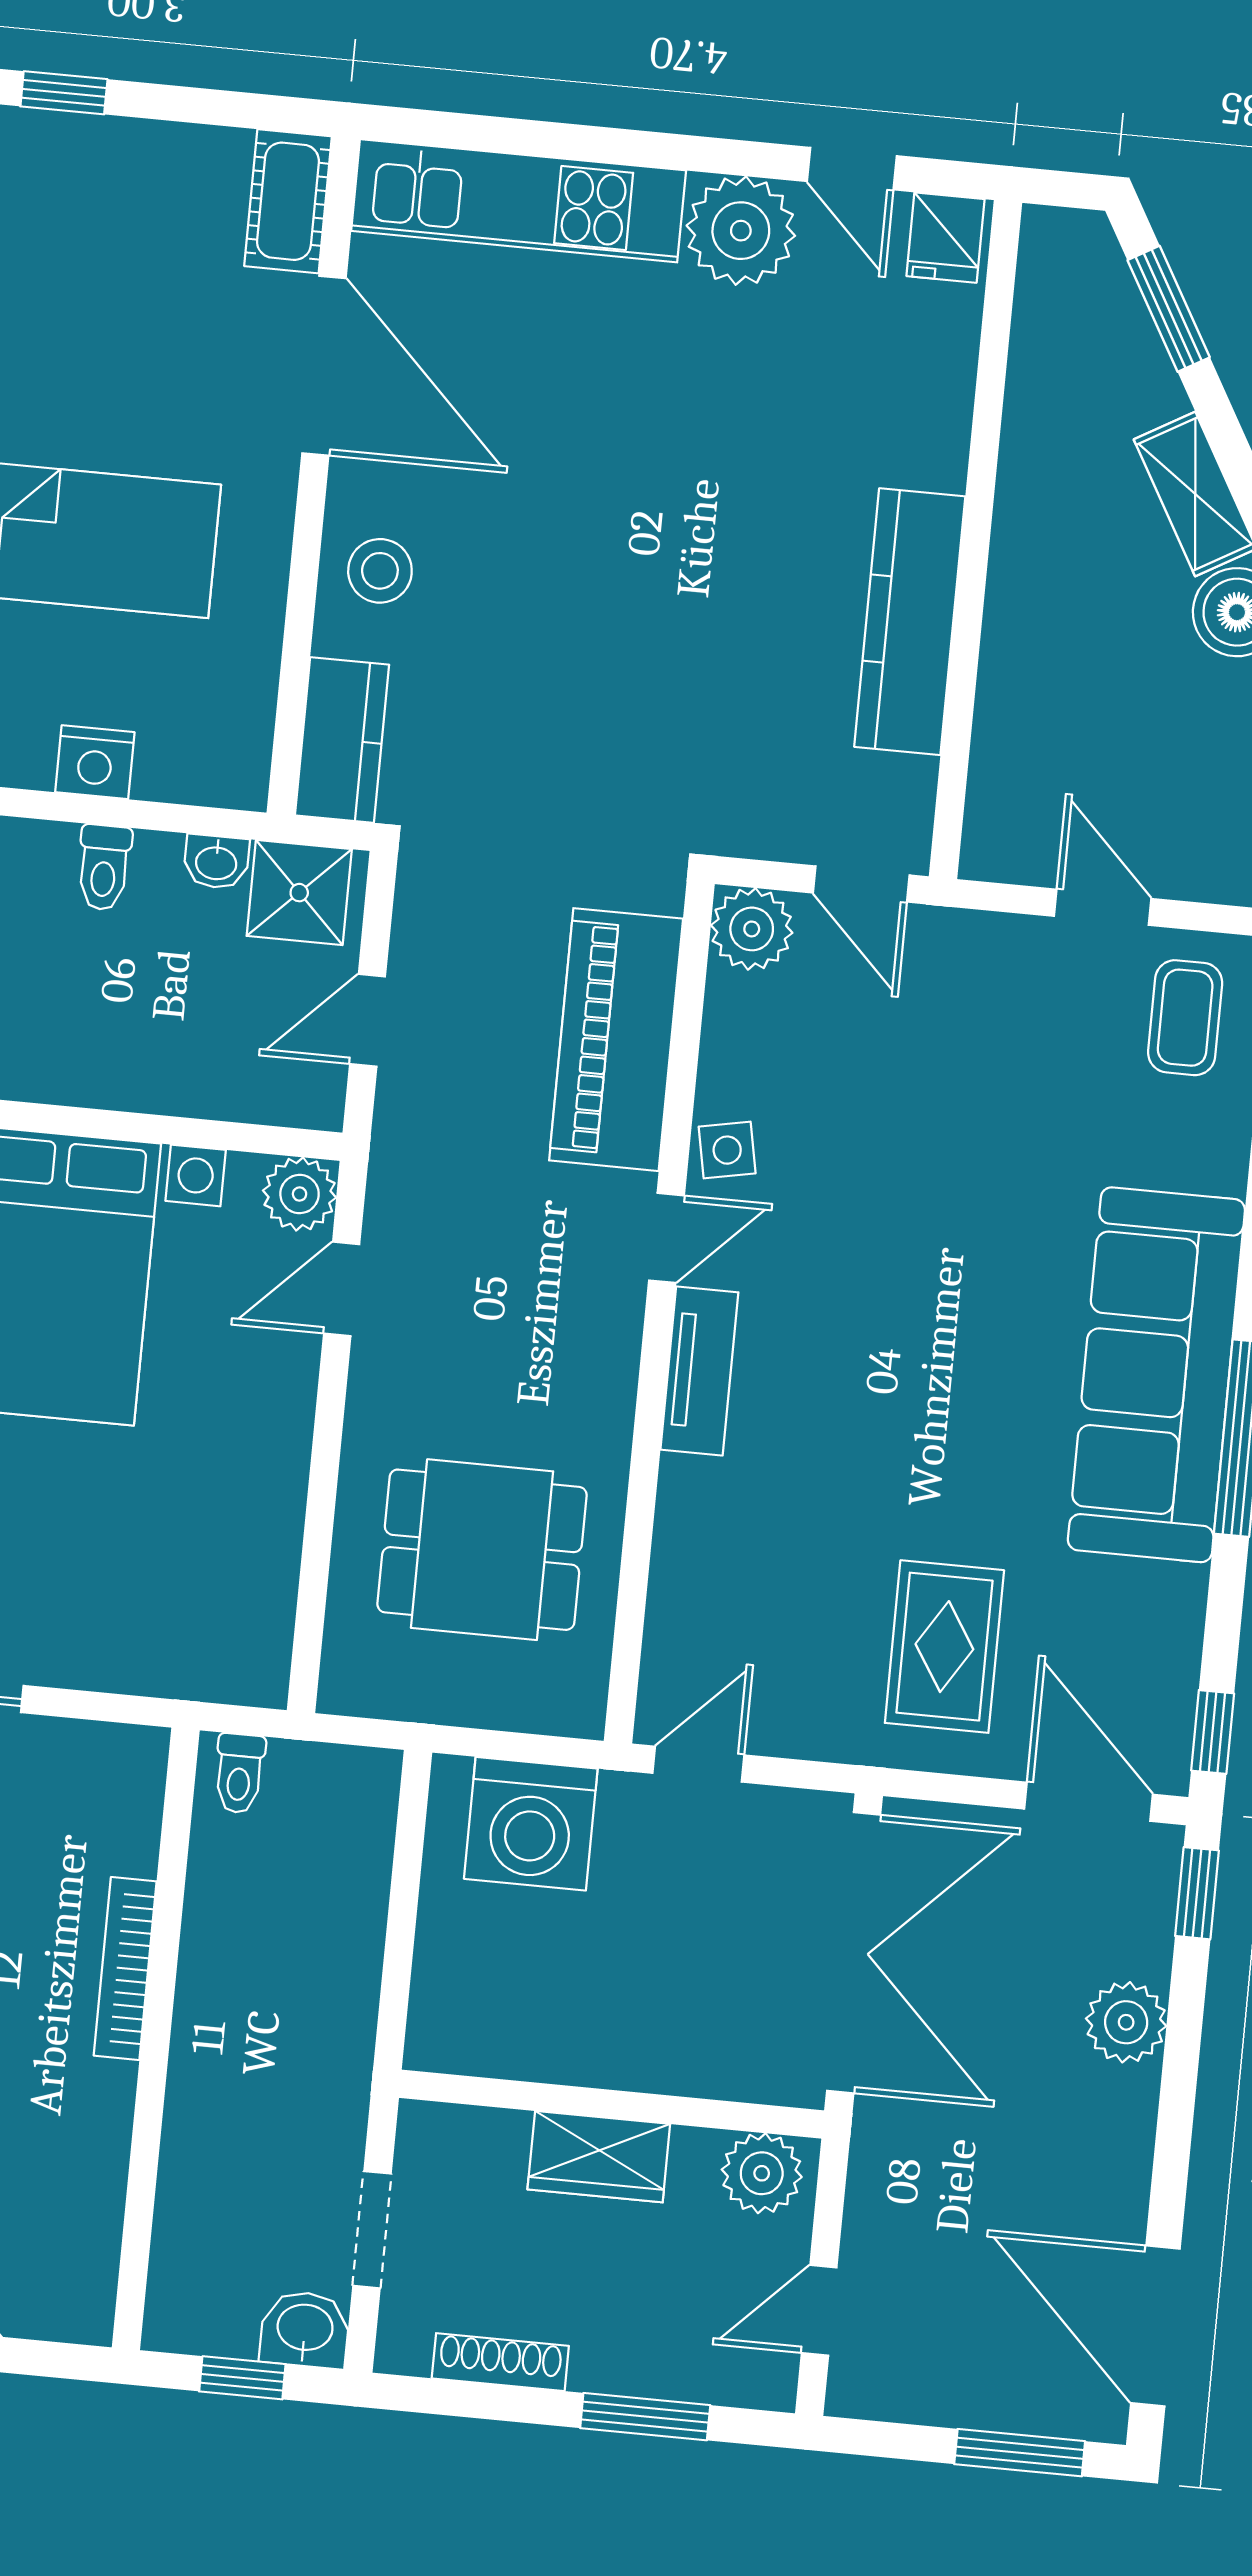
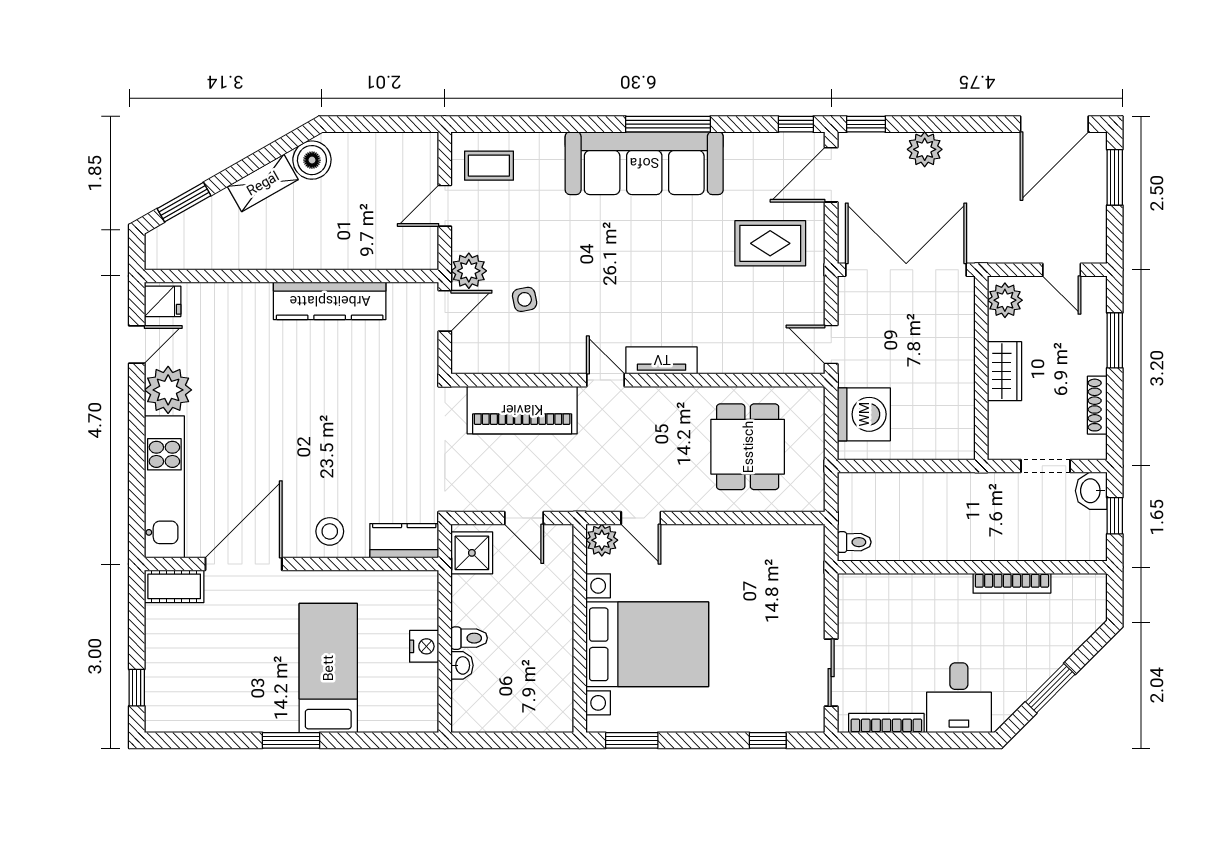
washbasin: (216, 862) -> (462, 665), moved
plant: (752, 929) -> (469, 271), moved
side table: (727, 1150) -> (525, 299), moved
bookcase: (125, 1968) -> (1012, 583), moved

